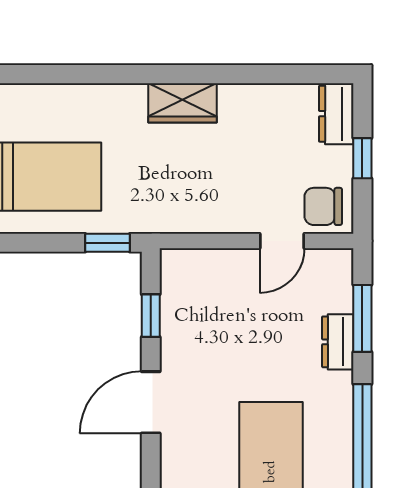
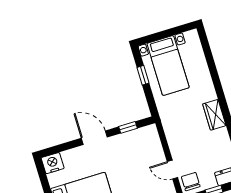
window: (107, 243) -> (143, 75), moved

